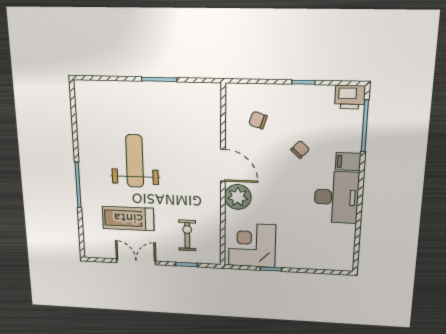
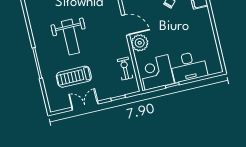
weight bench: (135, 161) -> (70, 37), turned 180
desk: (336, 197) -> (189, 67), moved, turned 90
exercise bike: (187, 235) -> (125, 69), moved

